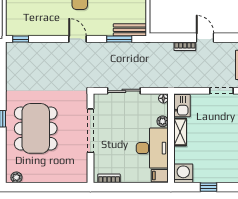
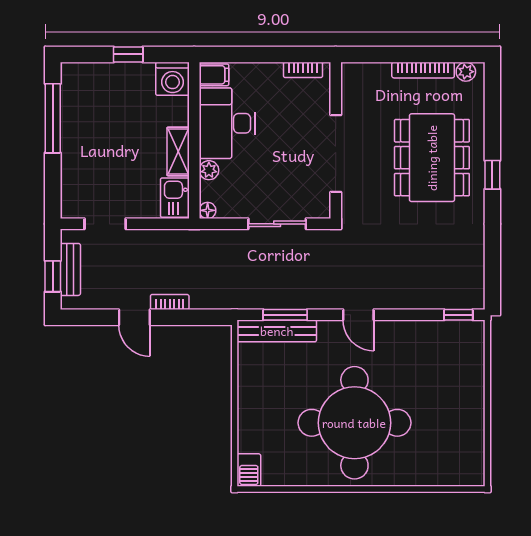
bench: (130, 30) -> (277, 331), width x1.36
bookcase: (41, 178) -> (423, 70), added

